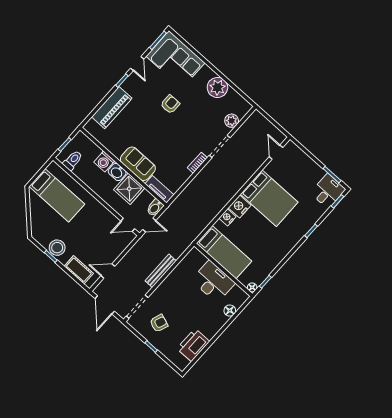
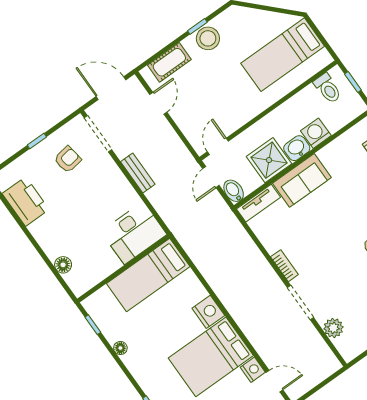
nightstand: (227, 217) -> (253, 370), moved
bench: (161, 271) -> (138, 173), width x0.73
desk: (213, 282) -> (134, 233), moved
floor lamp: (252, 287) -> (120, 348), moved
armchair: (159, 323) -> (68, 159), turned -119

